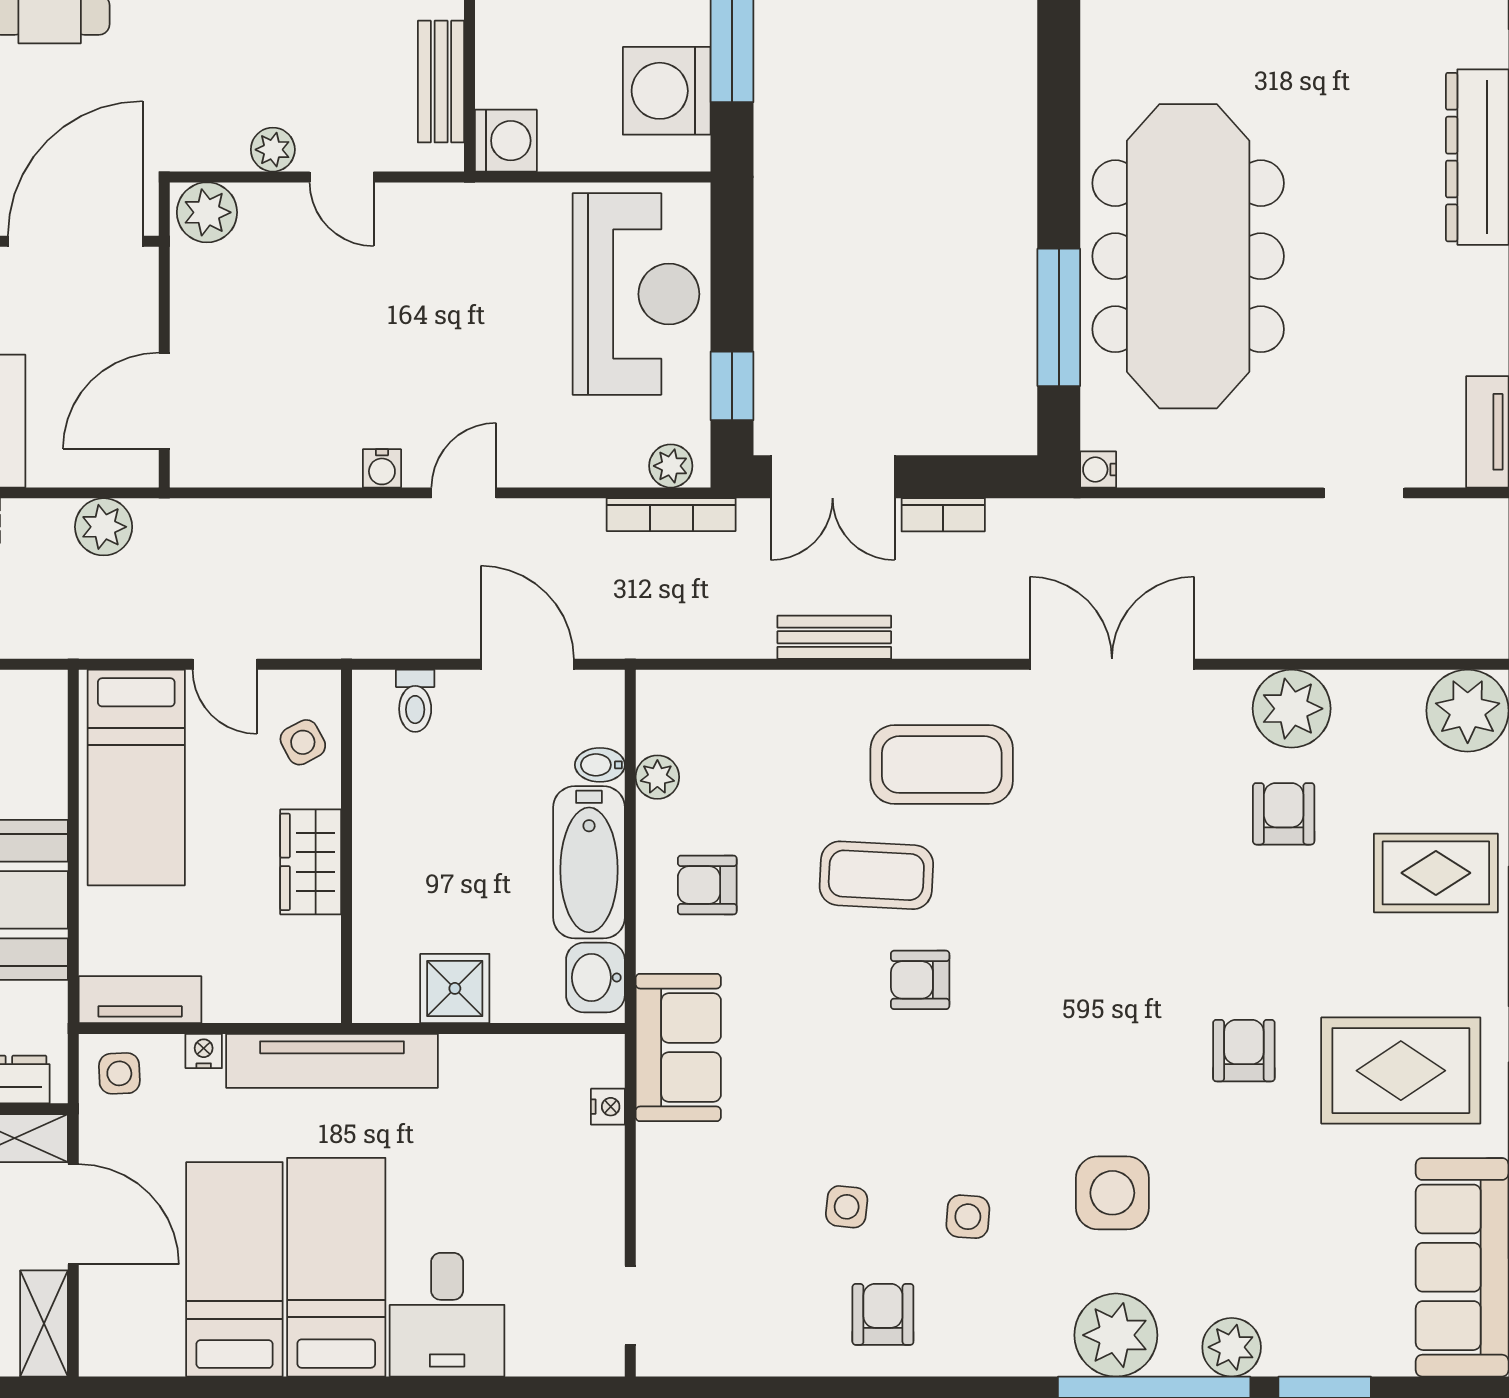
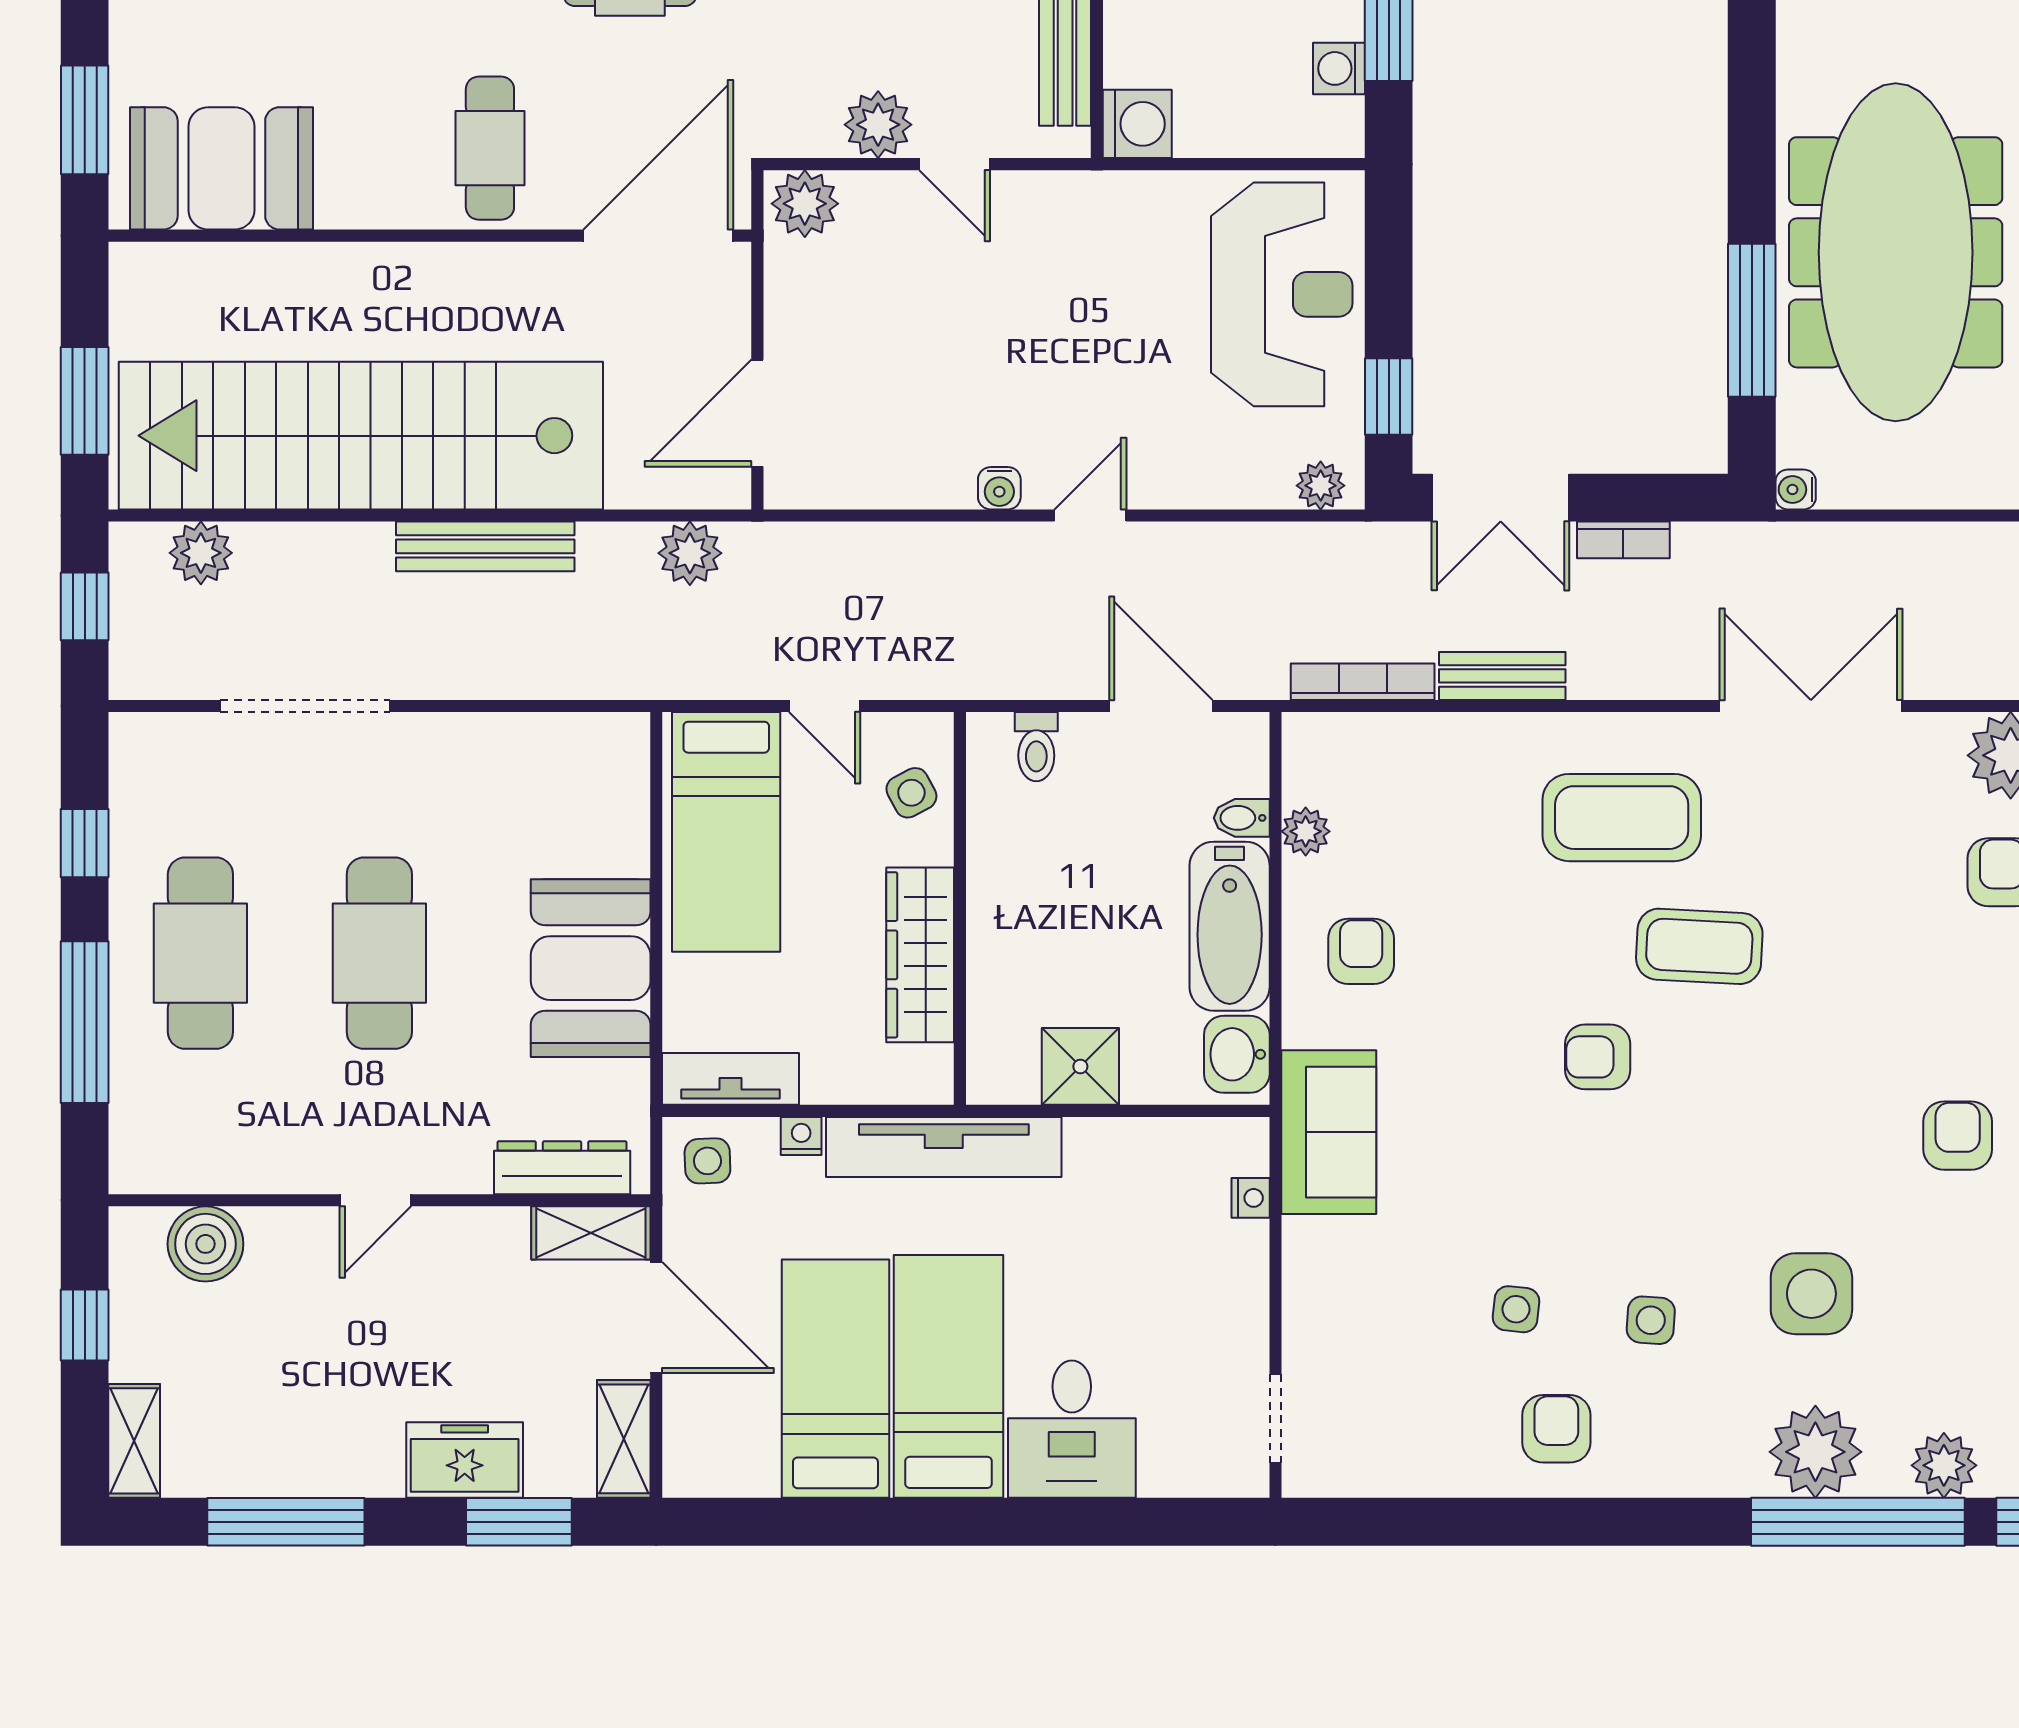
washing machine: (667, 91) -> (1339, 68), width x0.53, depth x0.53
plant: (273, 150) -> (878, 125), width x1.38, depth x1.38
bookcase: (671, 515) -> (1363, 682), moved, turned 180
wardrobe: (311, 862) -> (920, 955), width x1.50
coffee table: (876, 875) -> (1699, 946), moved
armchair: (707, 885) -> (1361, 951), turned 90

